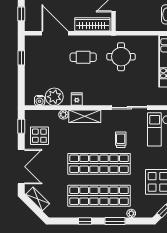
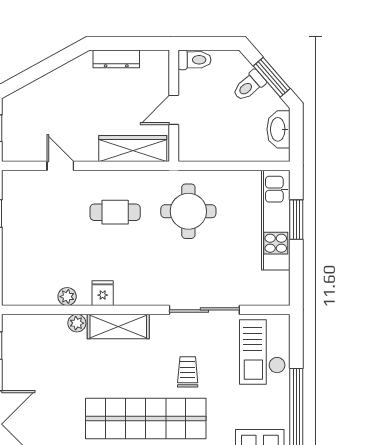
door: (55, 33) -> (60, 166), width x0.53
plant: (54, 97) -> (67, 297), width x0.53, depth x0.53
water cooler: (40, 100) -> (31, 296), removed
display table: (39, 136) -> (30, 364), removed

